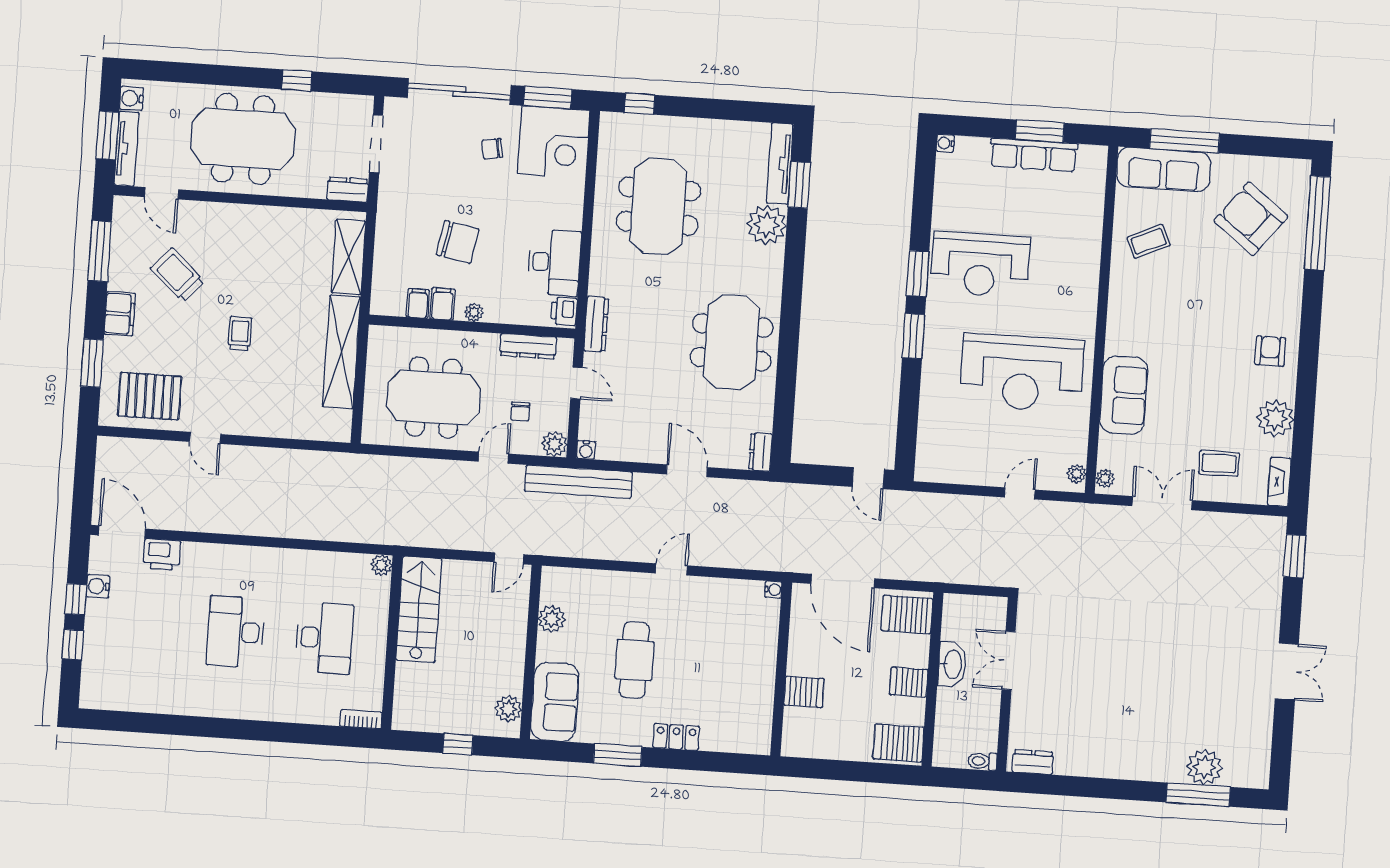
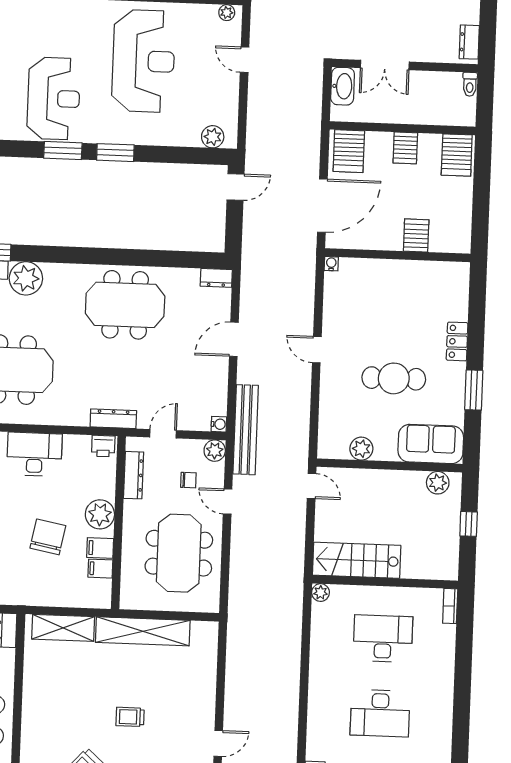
desk: (554, 262) -> (34, 454), moved
plant: (474, 312) -> (100, 514), width x1.88, depth x1.88
plant: (929, 453) -> (213, 137), added
washbasin: (952, 664) -> (343, 86), moved, turned 90

